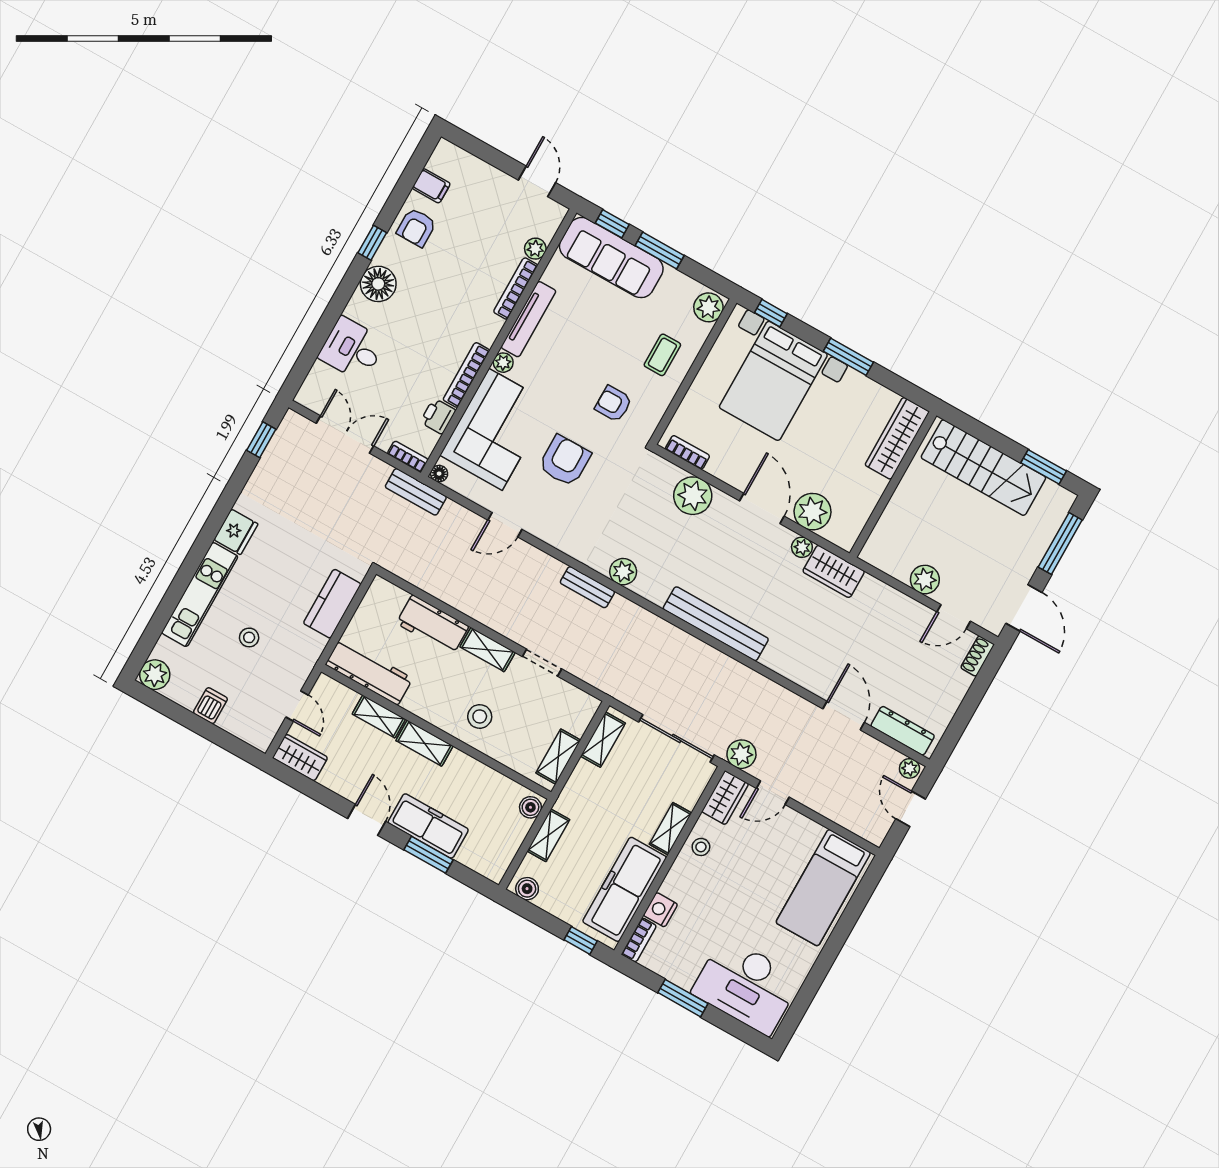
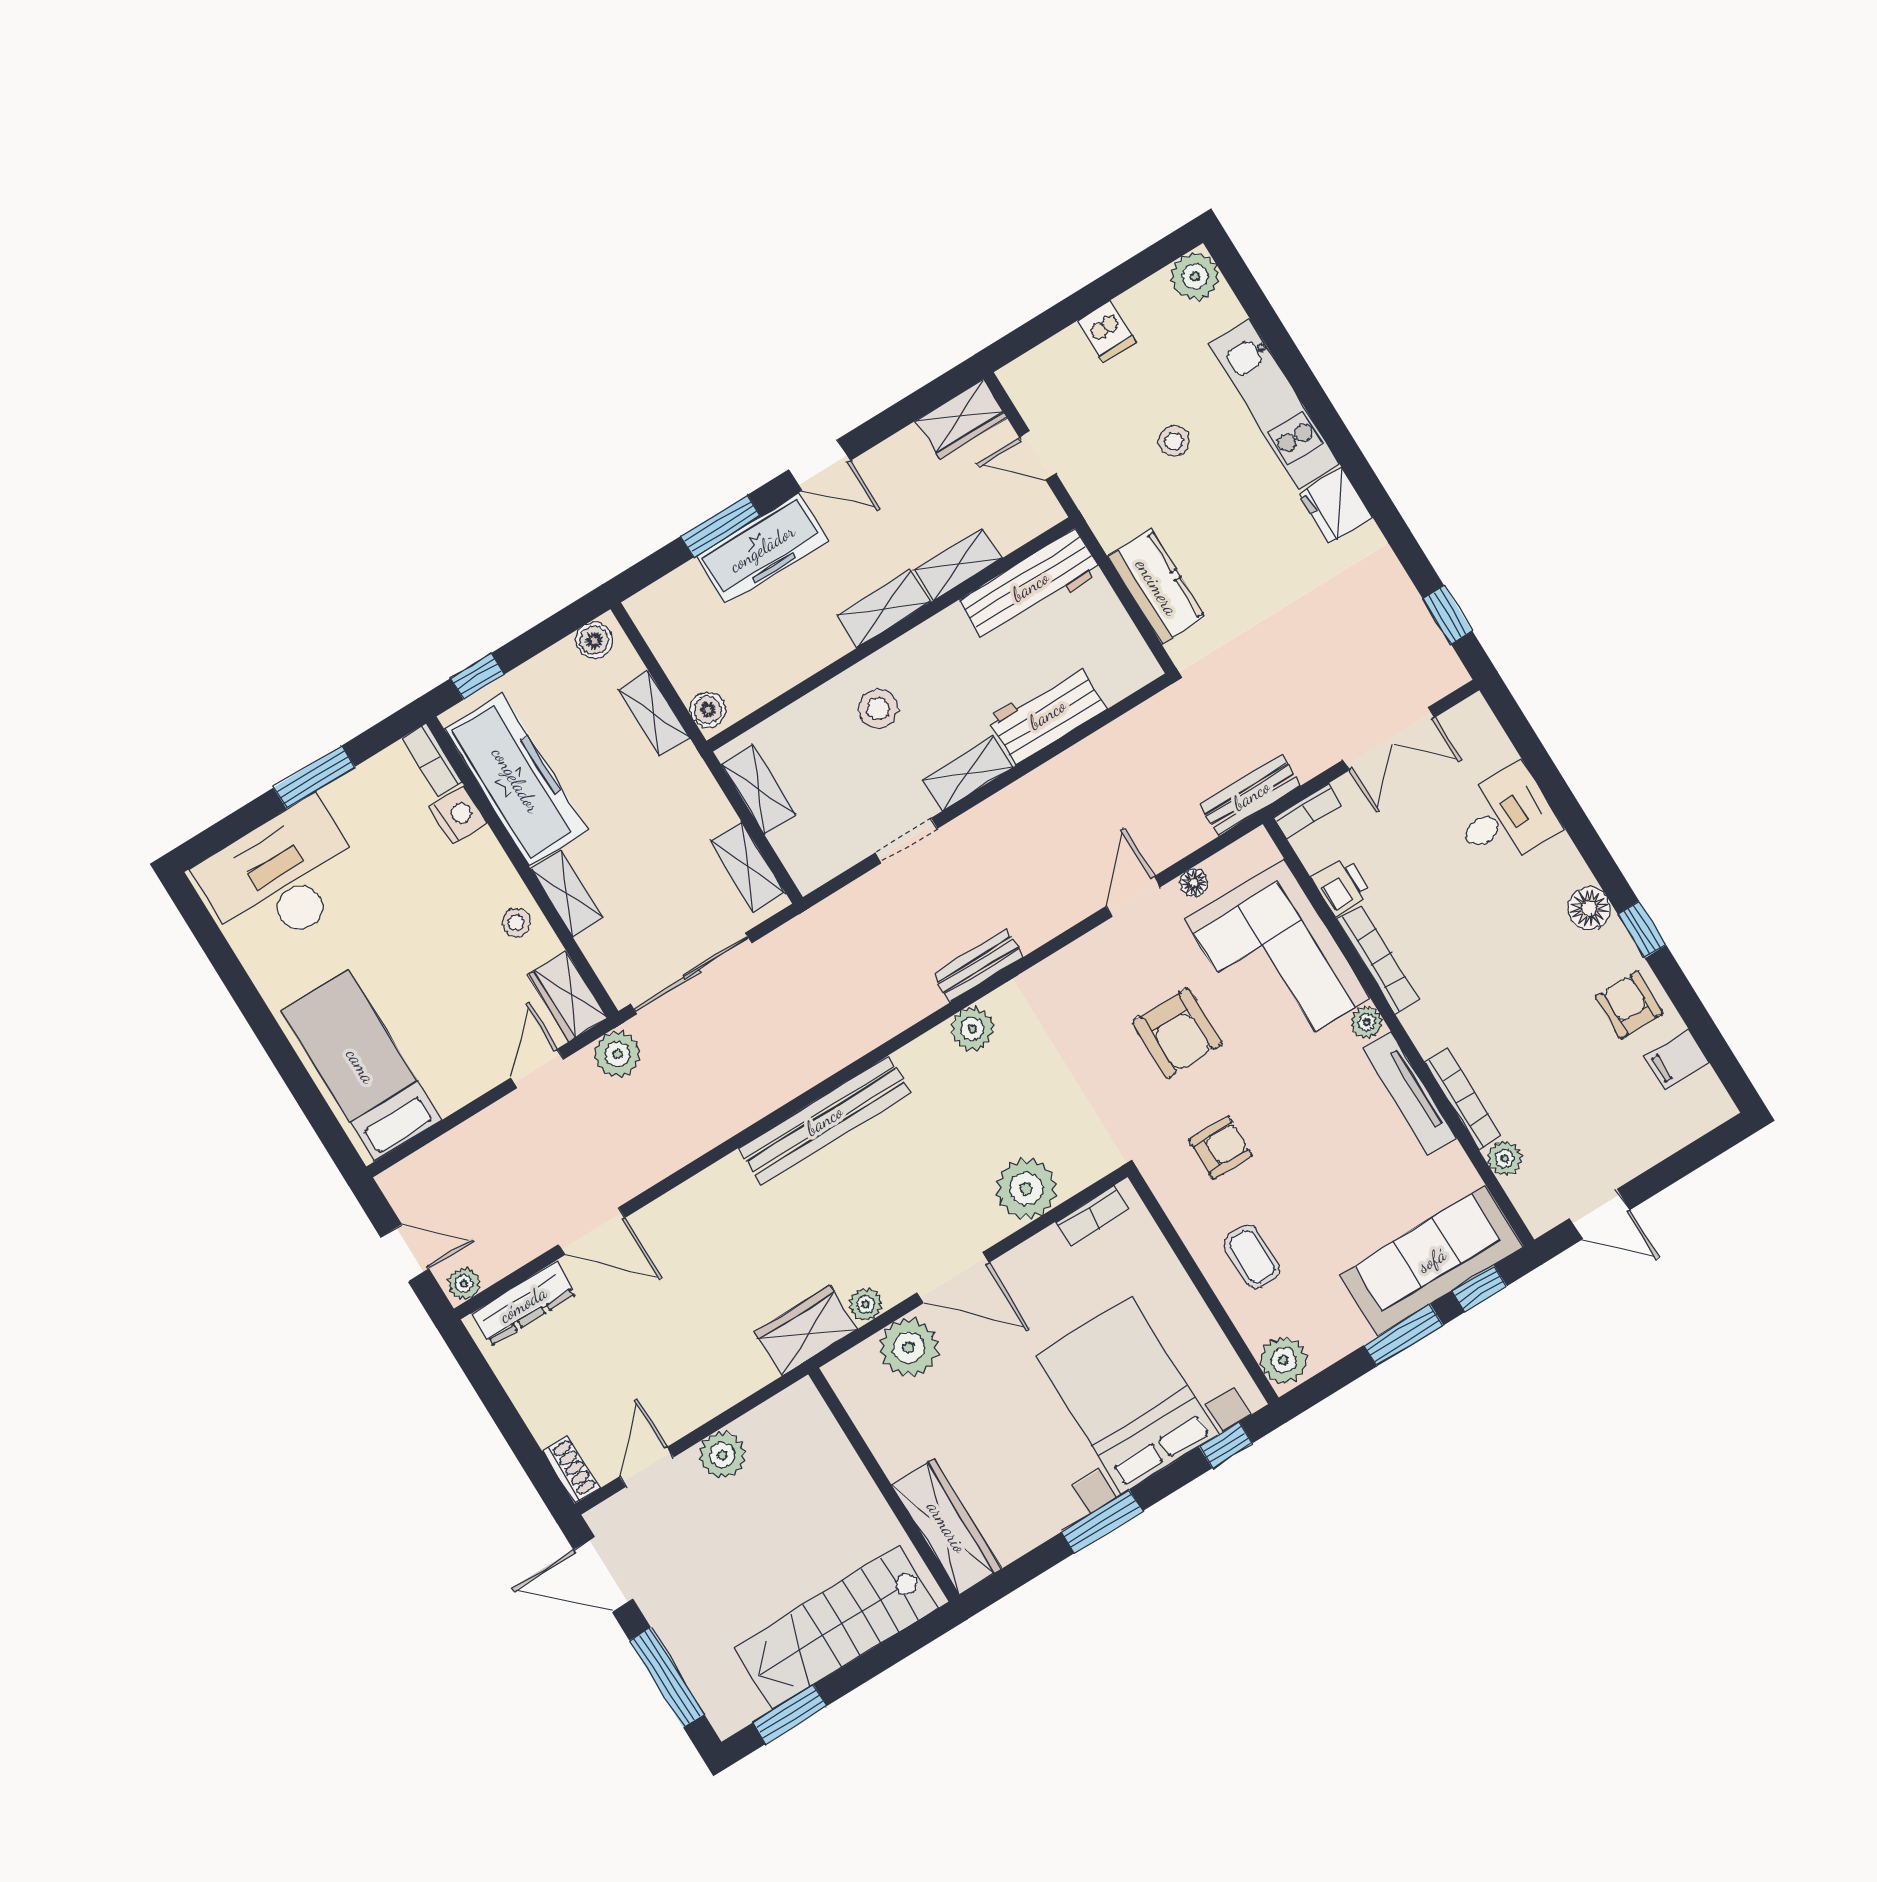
floor lamp: (378, 284) -> (1589, 908), width x0.73, depth x0.73
floor lamp: (439, 474) -> (1194, 883), moved

